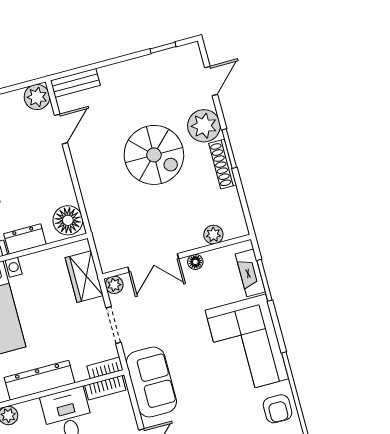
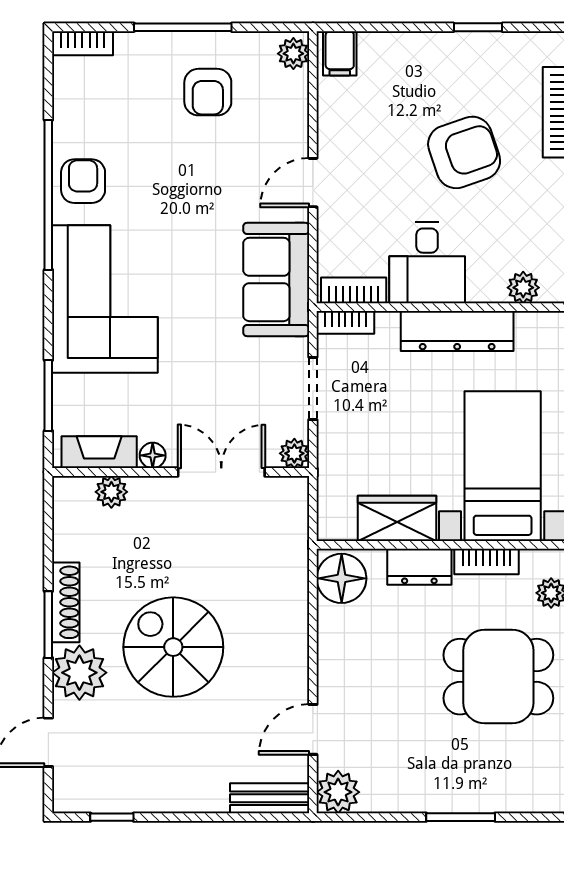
fireplace: (250, 273) -> (99, 452), moved, turned -90
wardrobe: (84, 277) -> (397, 518), moved, turned -90

